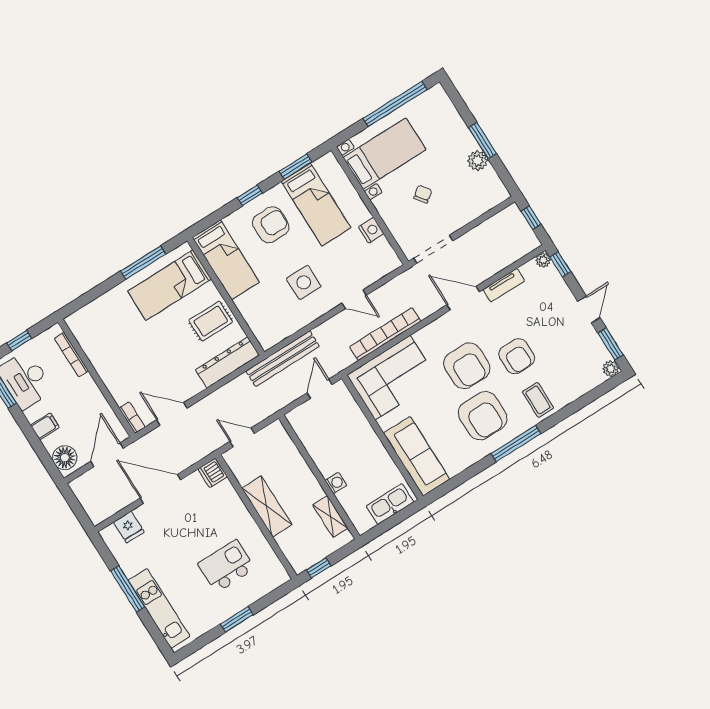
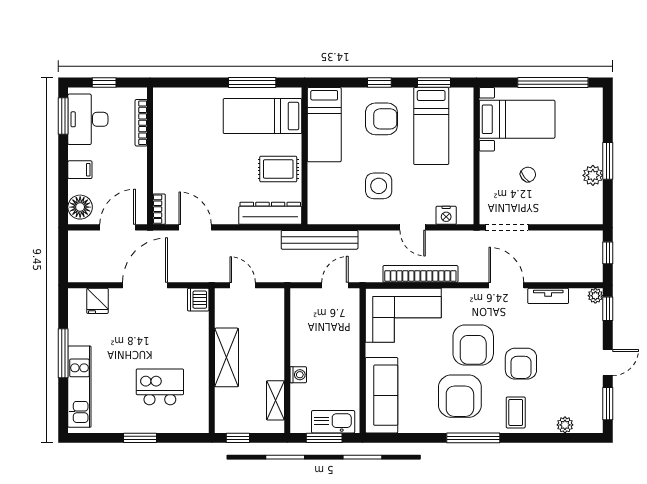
nightstand: (371, 230) -> (446, 215), moved, turned 90
plant: (611, 369) -> (565, 425), moved
door: (160, 489) -> (145, 285), hinge flipped
window: (391, 522) -> (324, 438), added

